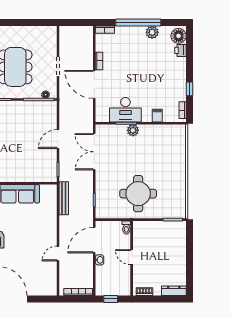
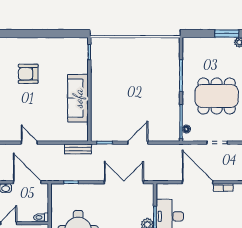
door: (94, 84) -> (198, 182), hinge flipped
door: (58, 139) -> (138, 143), hinge flipped
bench: (64, 198) -> (78, 149), width x0.73
door: (58, 254) -> (29, 143), moved

